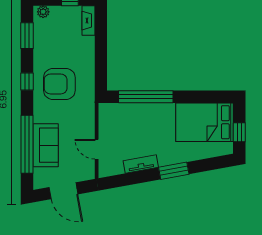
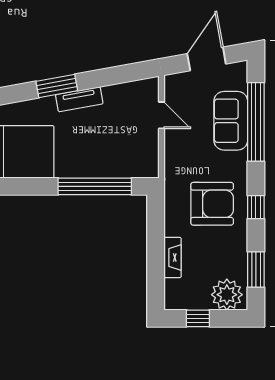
plant: (43, 12) -> (227, 295), width x1.87, depth x1.87
fireplace: (88, 21) -> (173, 258), moved
tv unit: (141, 164) -> (79, 99), moved
door: (63, 191) -> (207, 59), hinge flipped

